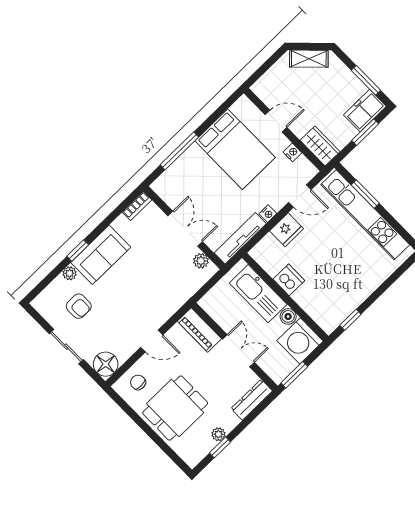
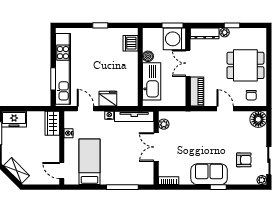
door: (276, 121) -> (62, 171), moved
window: (365, 132) -> (24, 109), removed
bed: (235, 149) -> (90, 162), width x0.67
plant: (70, 273) -> (262, 180), moved
dishwasher: (289, 280) -> (130, 43), moved
armchair: (79, 306) -> (244, 160), turned 90
window: (350, 320) -> (100, 25), moved
washing machine: (300, 341) -> (174, 39), moved, turned 180
sliding door: (66, 347) -> (269, 161), moved
plant: (218, 434) -> (225, 32), moved
window: (220, 447) -> (232, 25), moved

